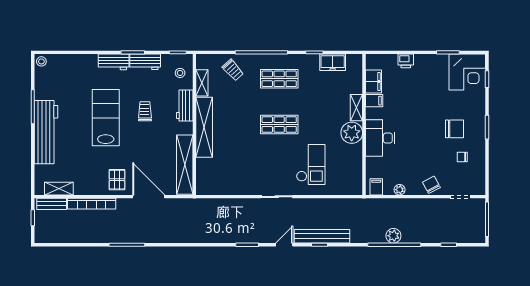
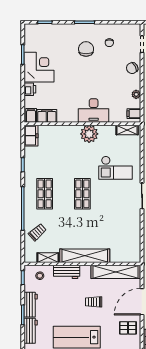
freezer: (333, 62) -> (31, 136), moved
corner desk: (467, 72) -> (39, 67), moved
filing cabinet: (374, 101) -> (31, 115), moved
shelving: (356, 108) -> (127, 130), moved
trolley: (145, 111) -> (94, 302), moved
checkout: (311, 165) -> (115, 168), turned 180

